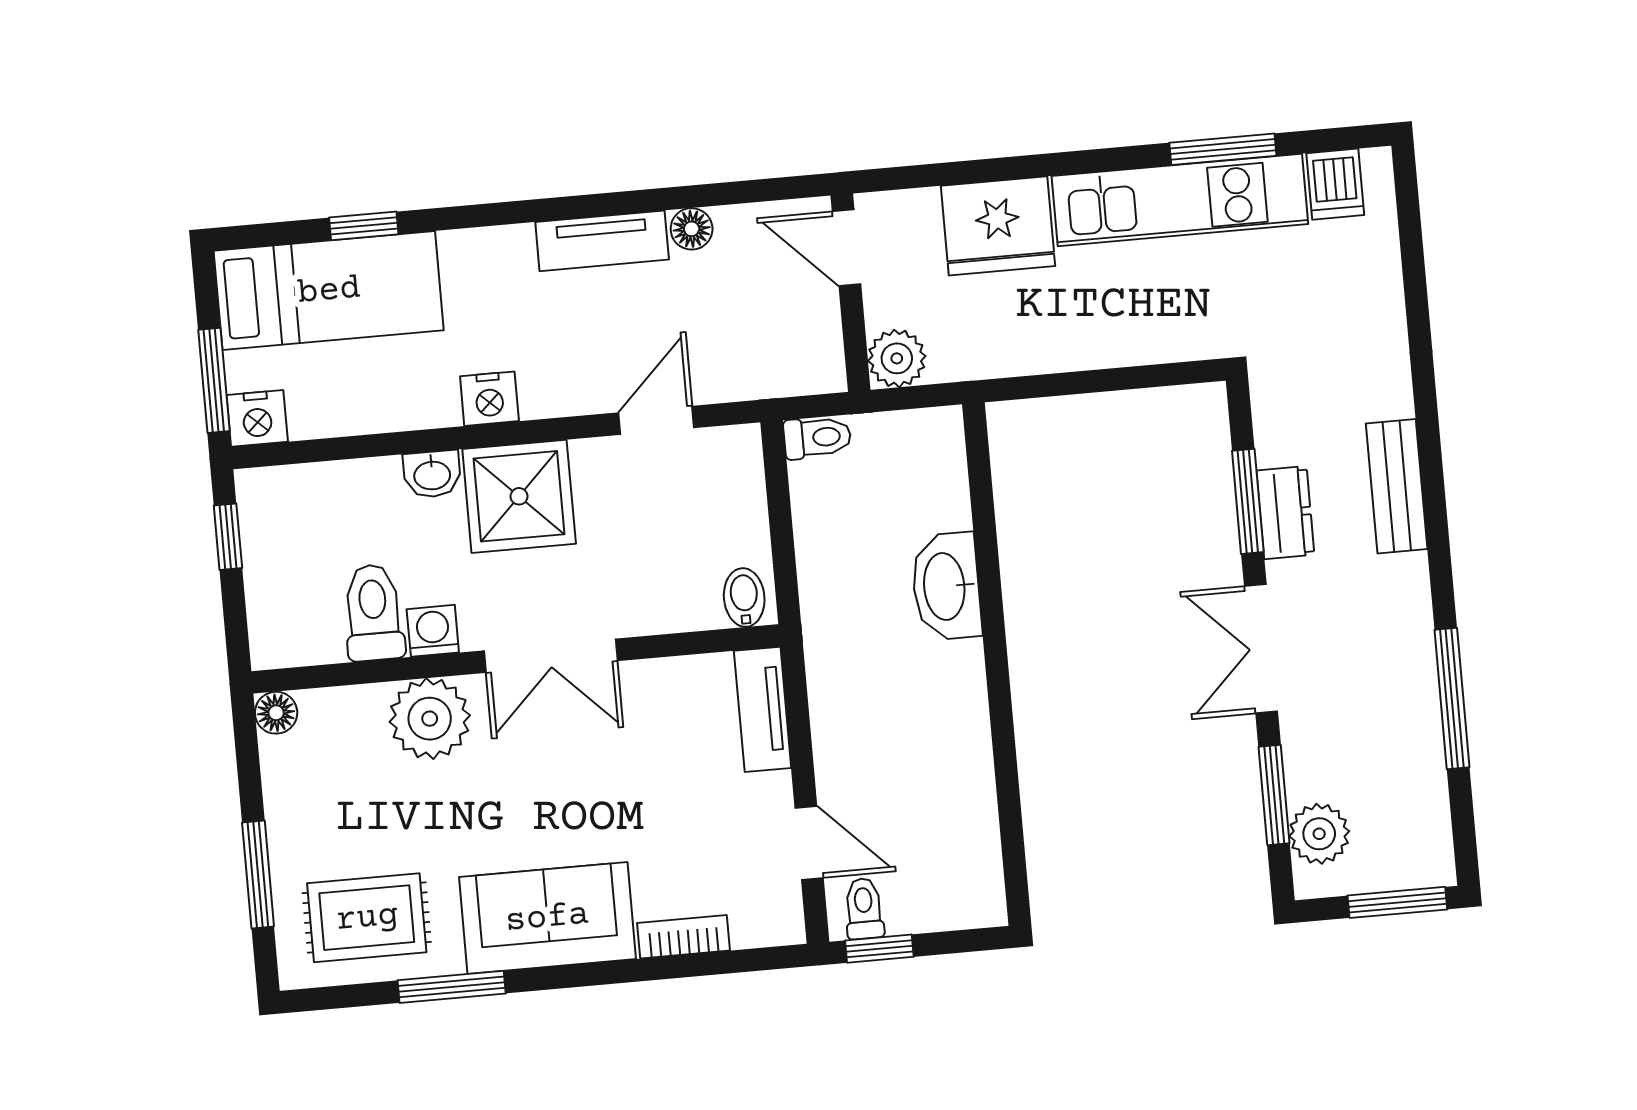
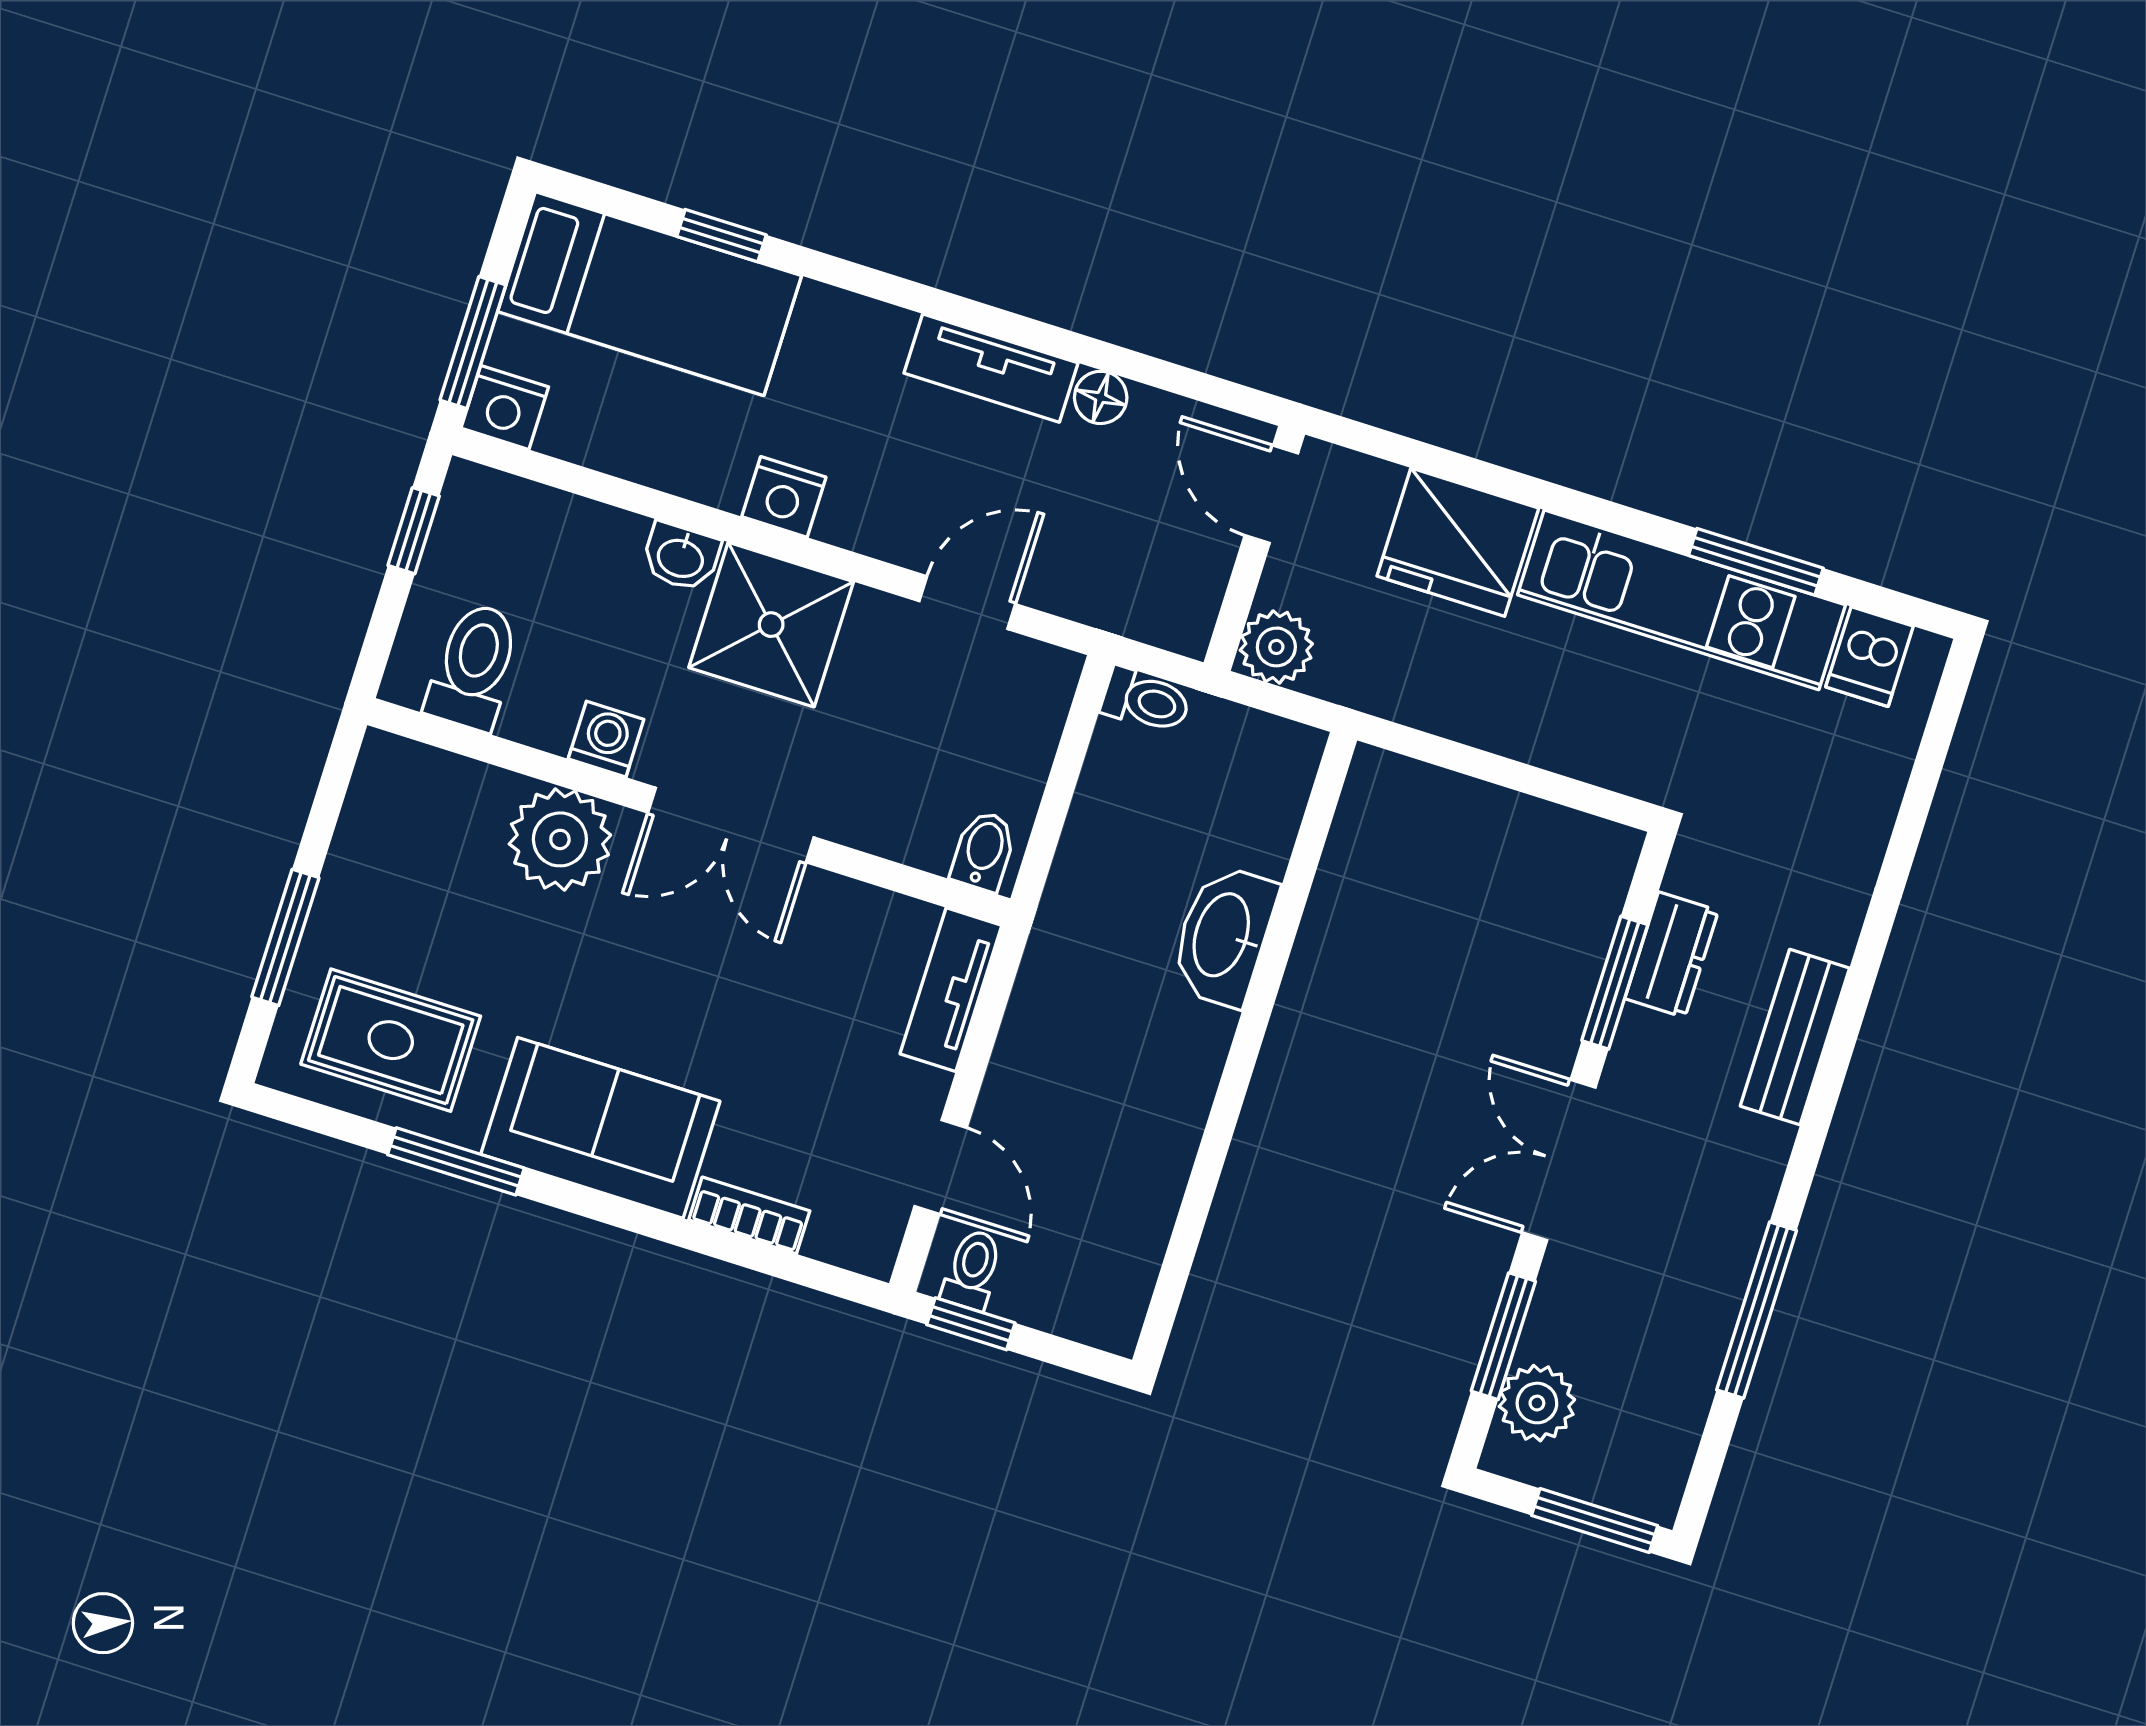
dresser: (1285, 513) -> (1672, 955), moved
toilet: (374, 613) -> (474, 666), moved
floor lamp: (276, 713) -> (384, 758), removed

